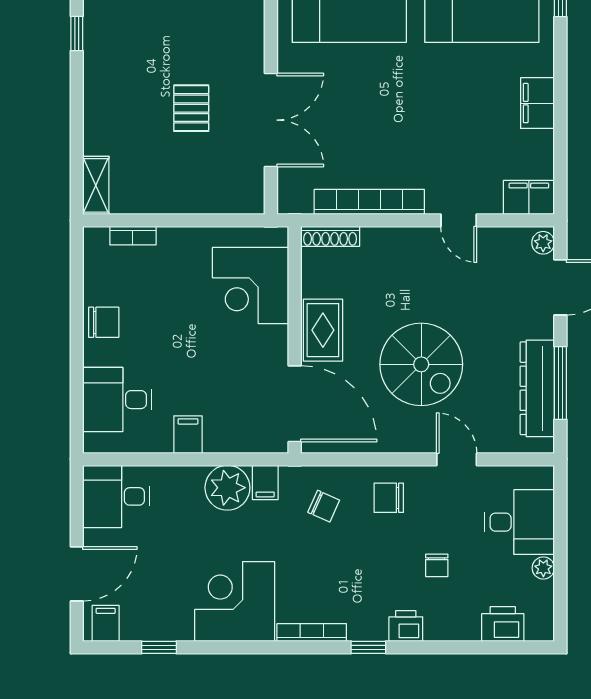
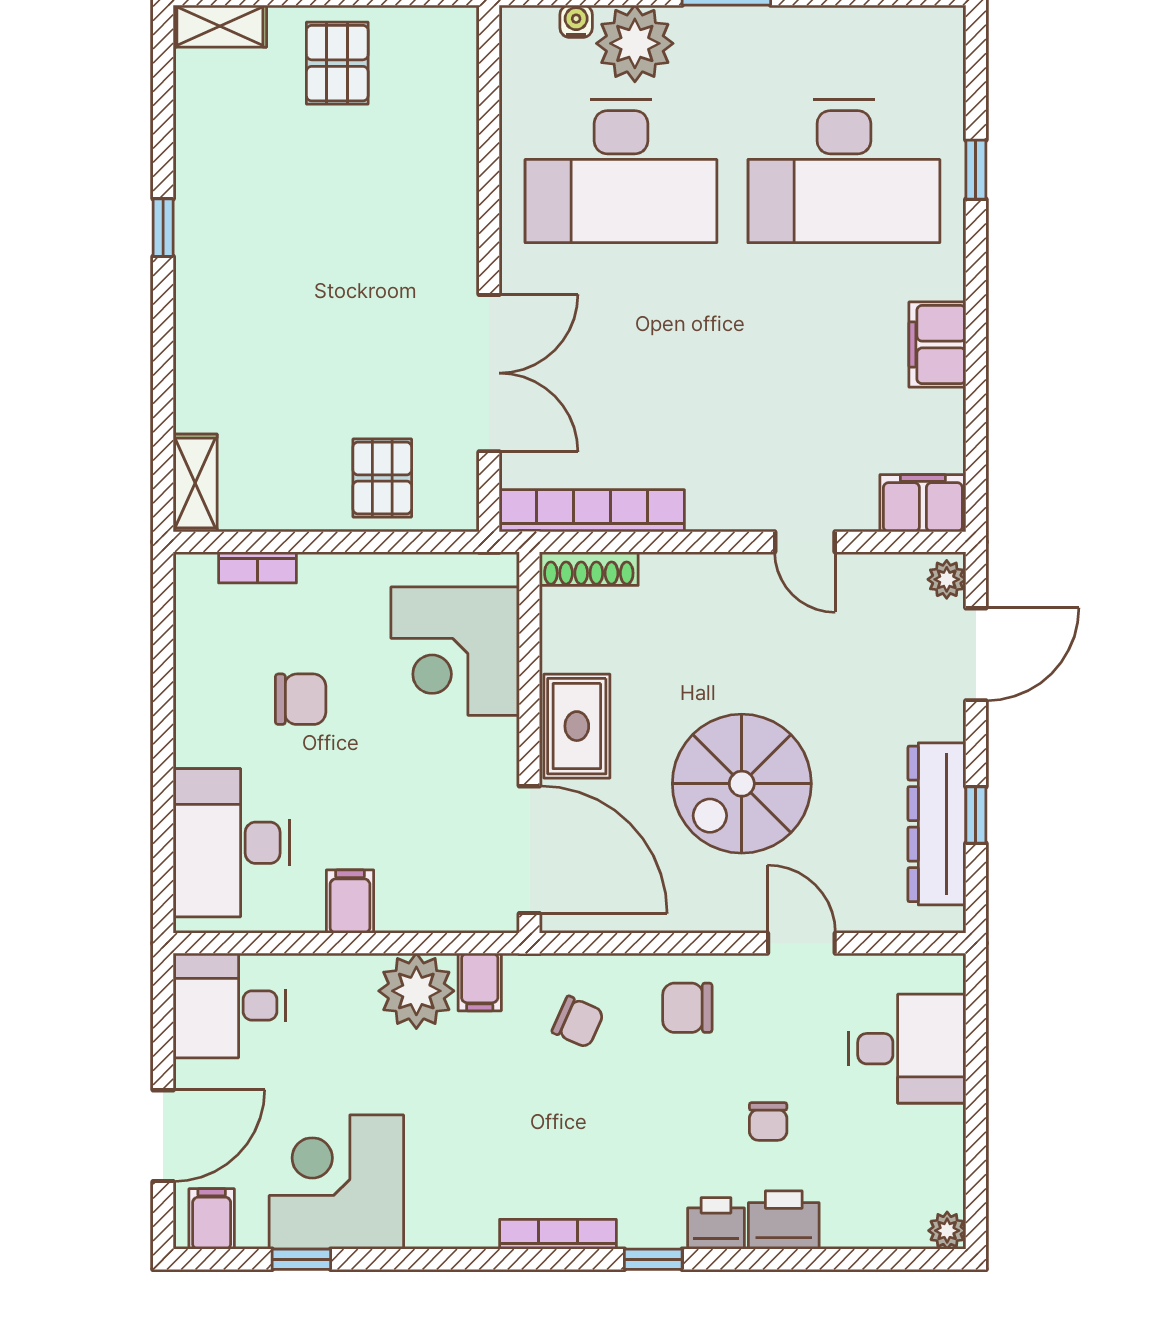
pallet: (191, 108) -> (382, 478), moved
bookcase: (369, 202) -> (592, 511), moved
chair: (104, 322) -> (301, 699), moved
spiral stairs: (421, 364) -> (742, 784), turned 90
window: (560, 383) -> (976, 815), width x0.46
desk: (117, 400) -> (231, 843), width x1.37
plant: (543, 568) -> (947, 1231), moved
corner desk: (235, 601) -> (336, 1182), moved
printer: (503, 624) -> (784, 1220), moved

